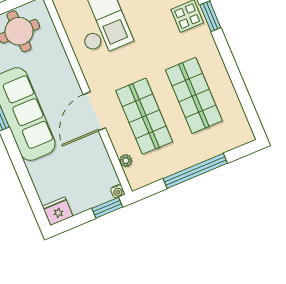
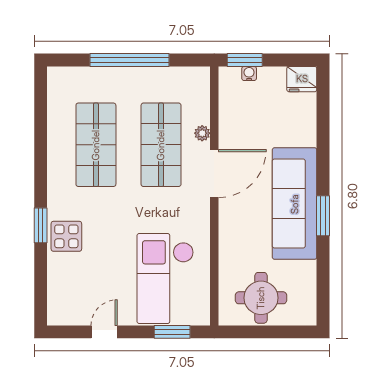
plant: (126, 161) -> (202, 133), moved
water cooler: (118, 191) -> (249, 73), moved

